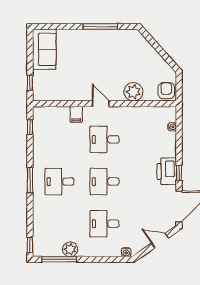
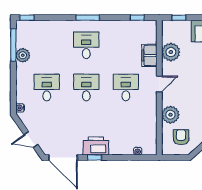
plant: (67, 91) -> (171, 52), added
armchair: (166, 91) -> (181, 137), moved, turned -90
filing cabinet: (76, 114) -> (149, 55), width x2.00
door: (160, 241) -> (31, 140), swing flipped

